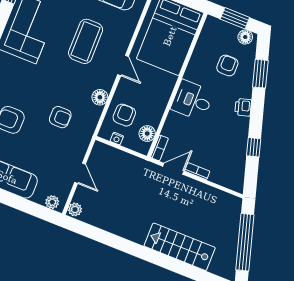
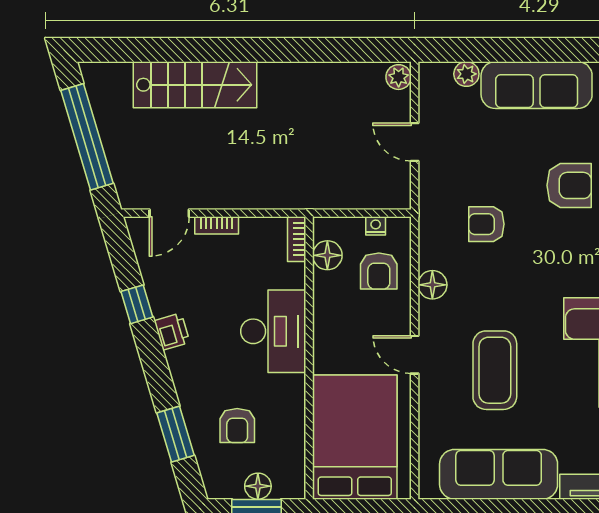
floor lamp: (245, 37) -> (258, 486), moved
desk: (192, 100) -> (273, 331), width x1.37
printer: (243, 107) -> (172, 332), moved
door: (173, 169) -> (169, 213), moved
plant: (52, 202) -> (466, 74), moved

